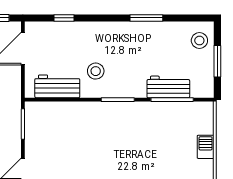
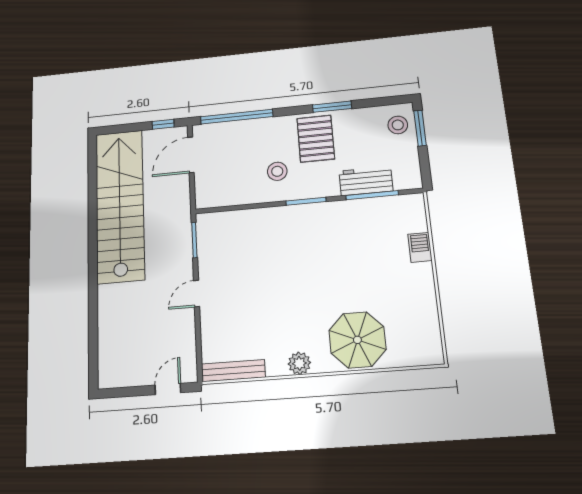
window: (64, 18) -> (237, 117), width x3.17
pallet: (130, 45) -> (316, 139), added
window: (217, 61) -> (420, 128), moved
workbench: (57, 86) -> (233, 193), removed

